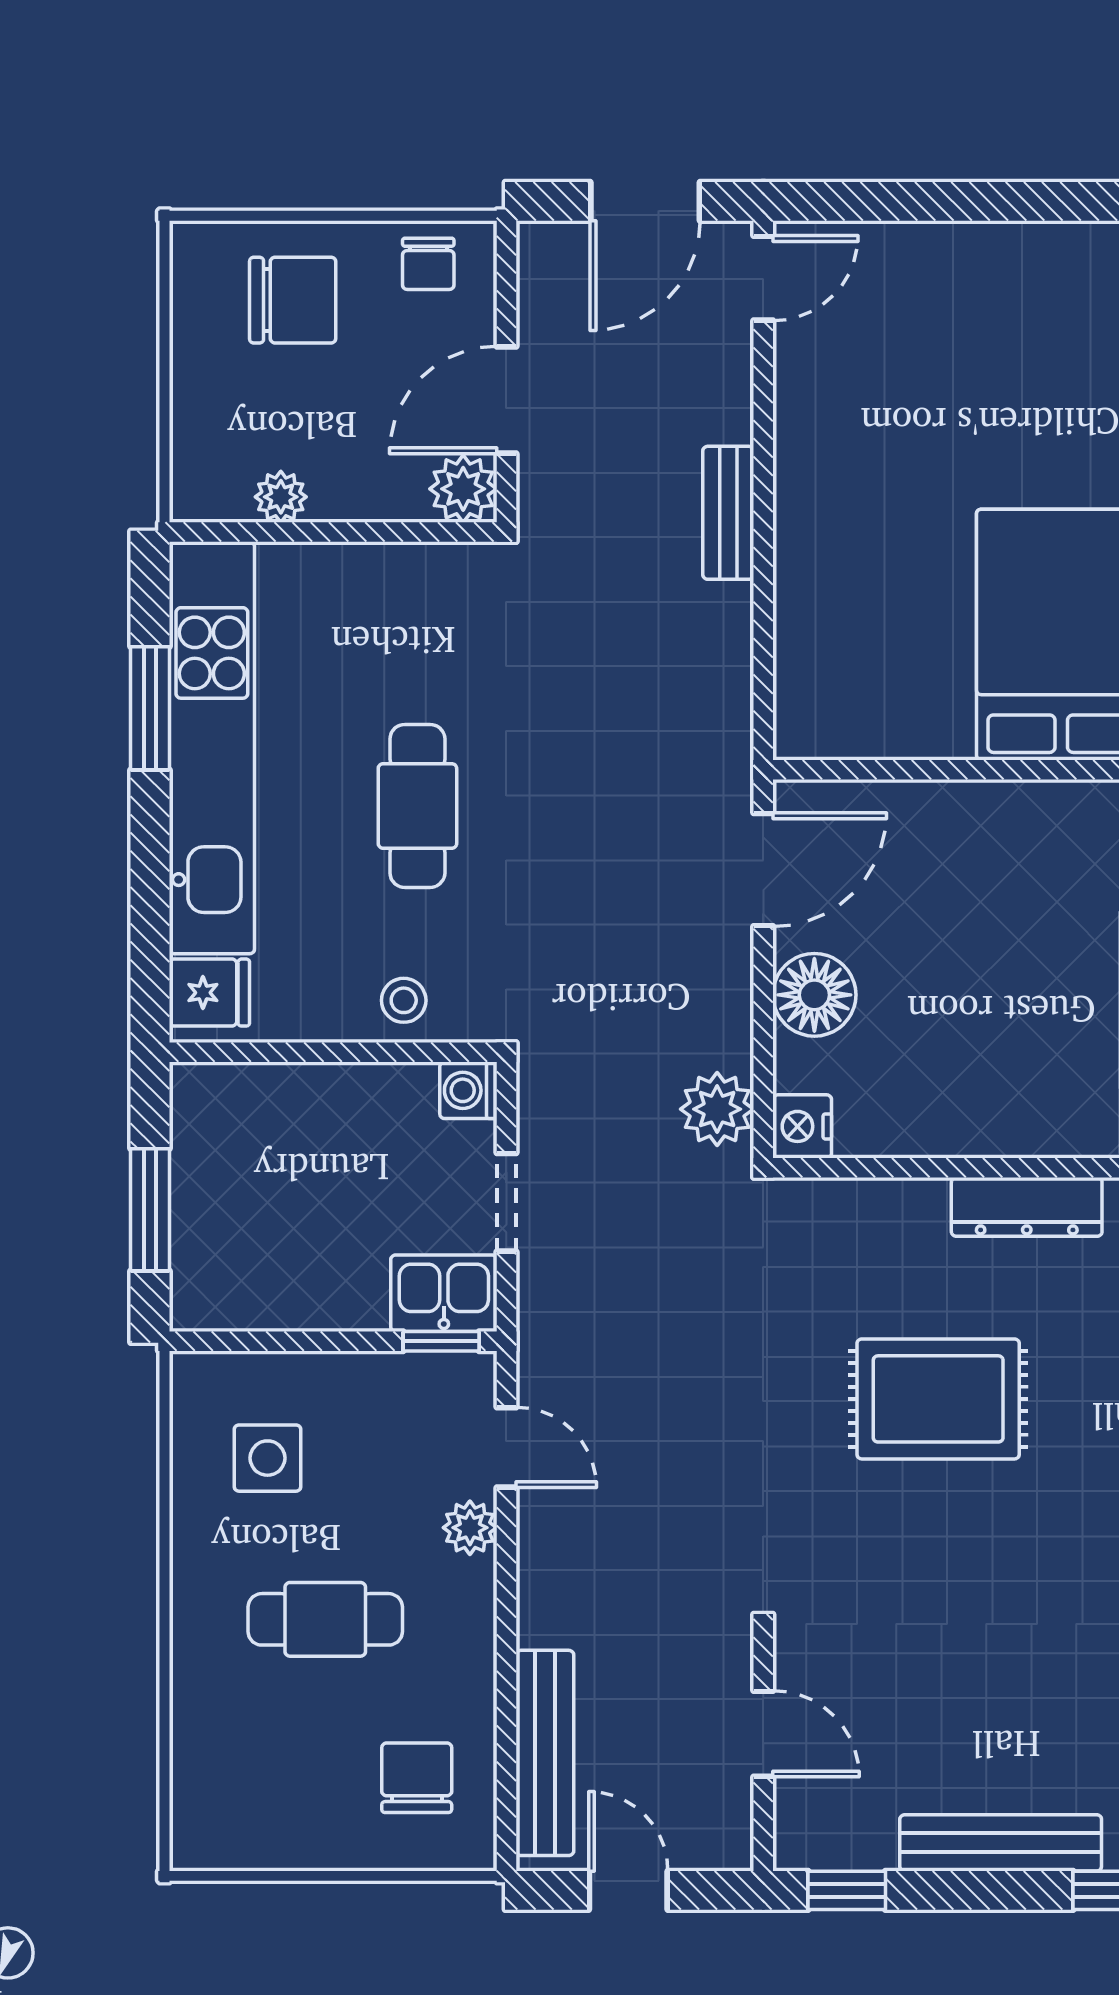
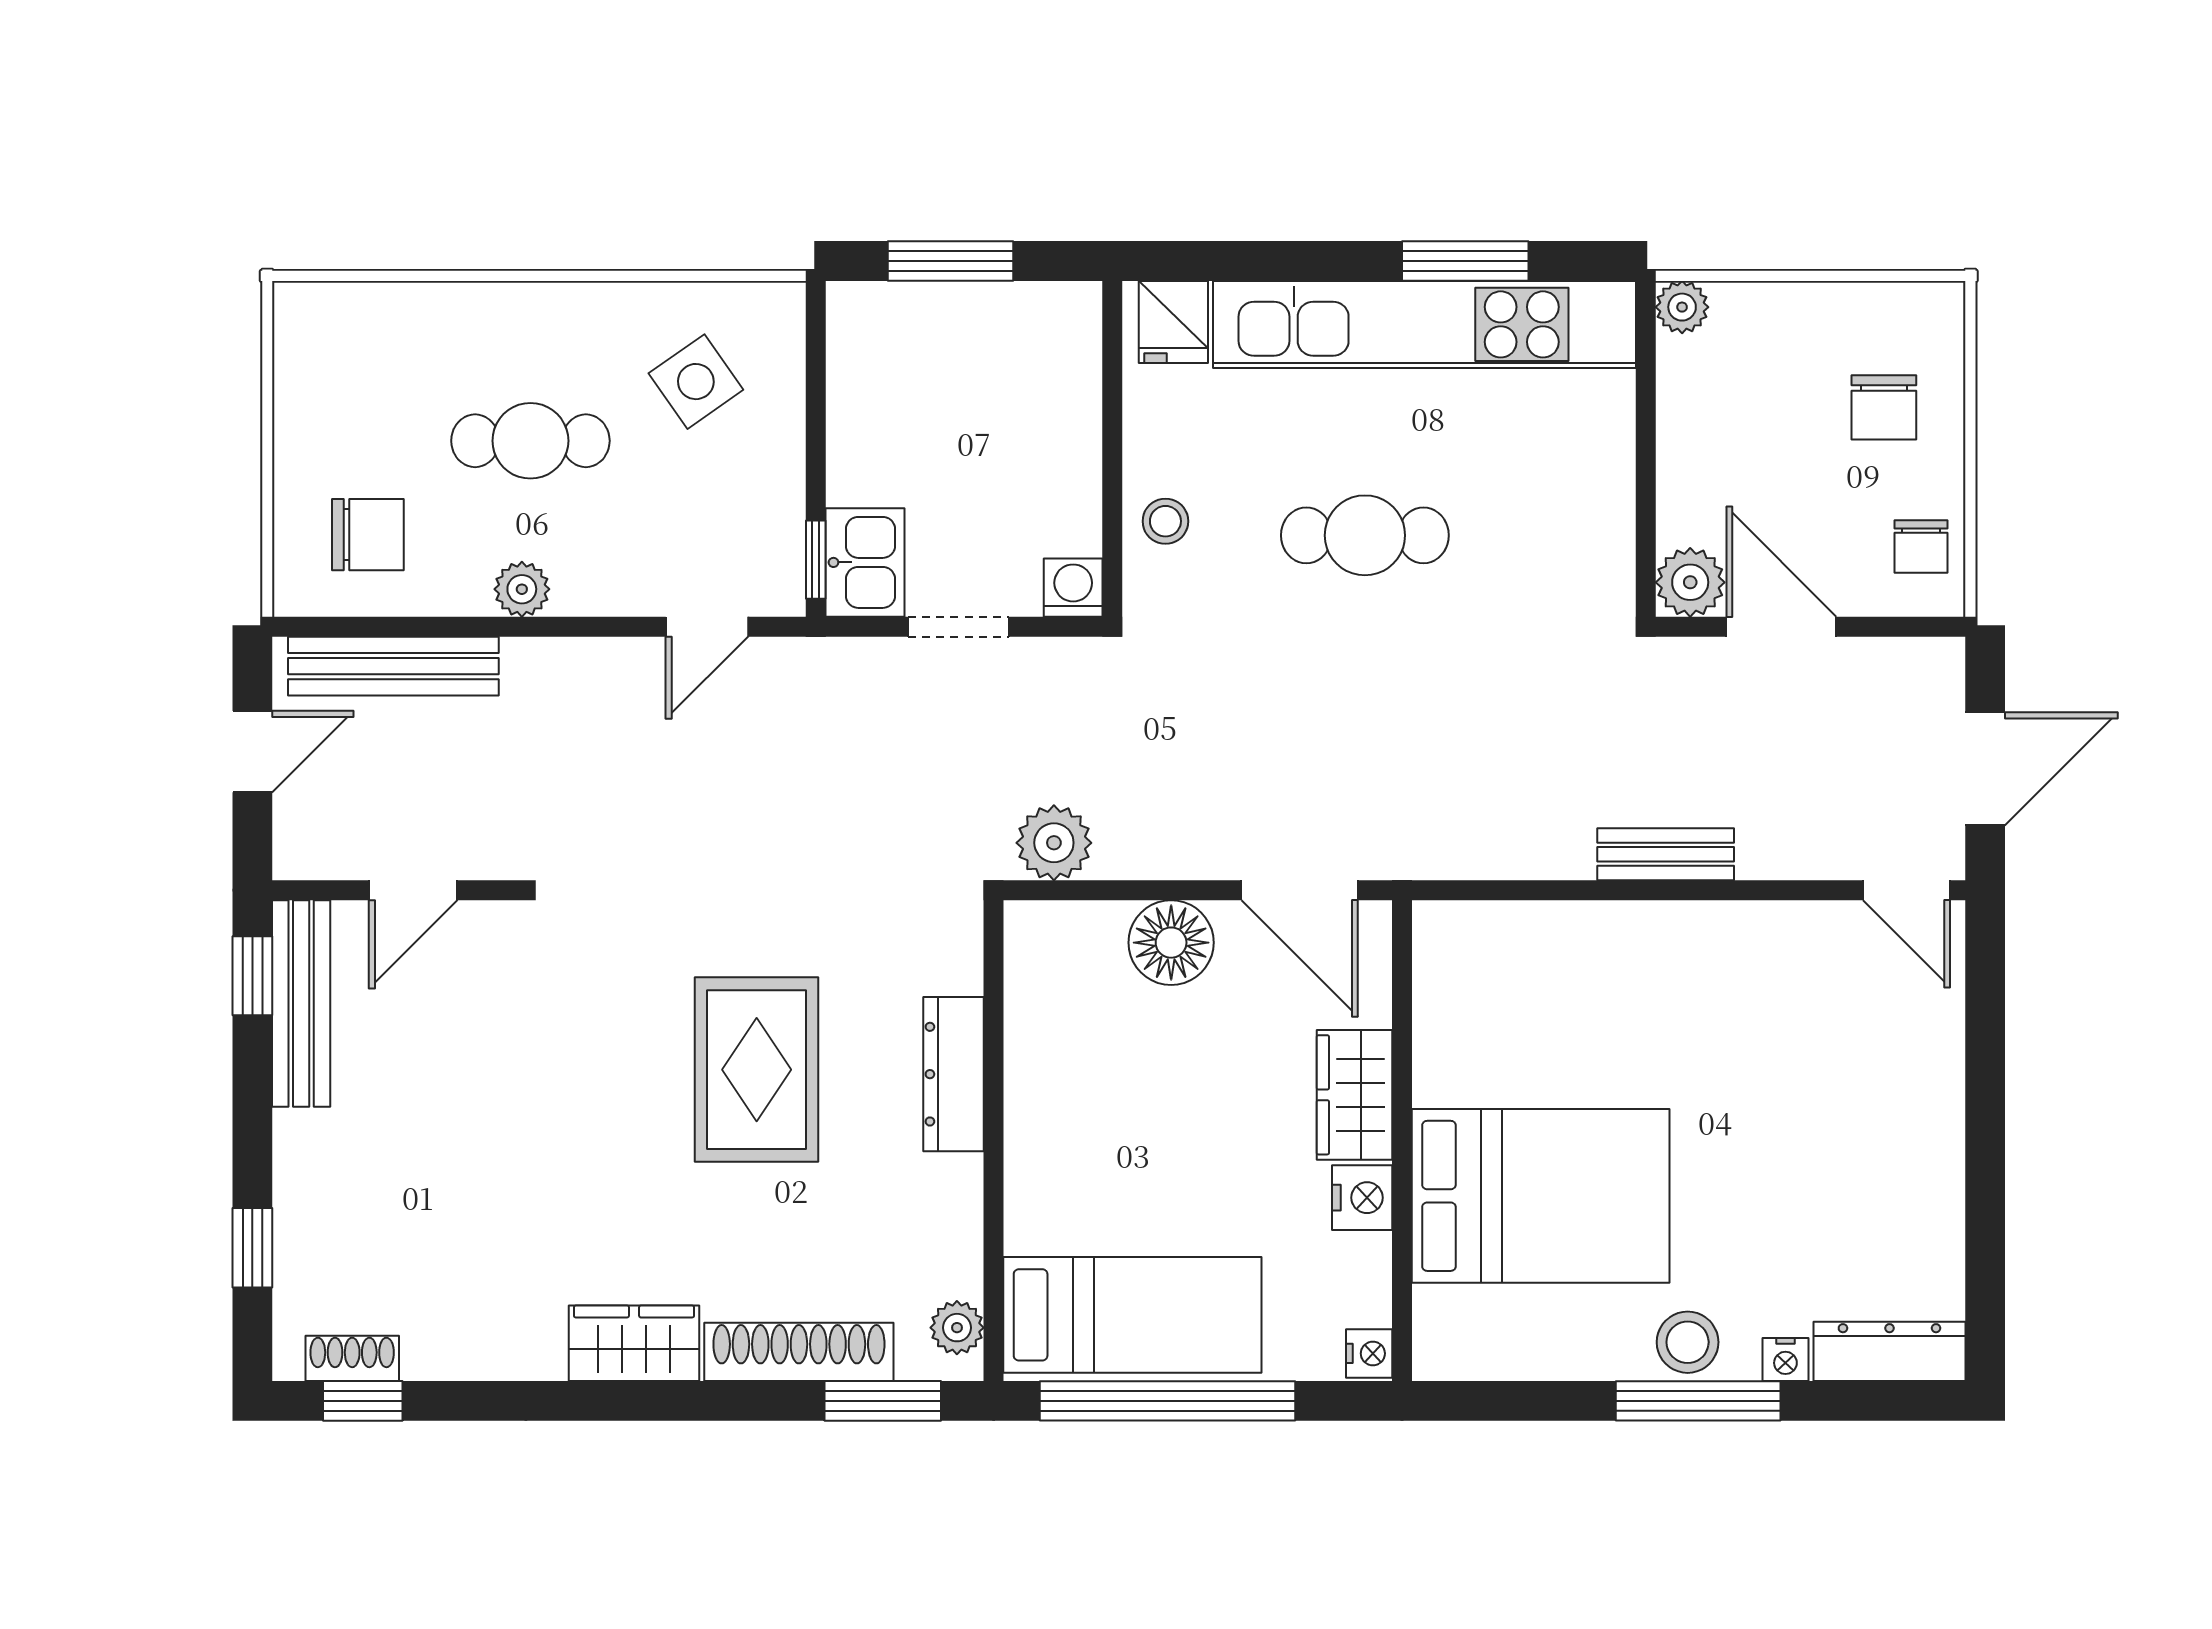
door: (645, 201) -> (1985, 769), swing flipped
chair: (428, 264) -> (1921, 546), turned -90
chair: (293, 300) -> (1884, 407), width x0.73, depth x0.73
plant: (281, 497) -> (1682, 307), moved
wardrobe: (963, 816) -> (1355, 1095), added
nightstand: (802, 1126) -> (1362, 1198), moved, turned 90
dresser: (1027, 1207) -> (954, 1074), moved
side table: (268, 1458) -> (696, 382), turned -35
plant: (470, 1528) -> (522, 589), moved
cafe table: (325, 1619) -> (530, 441), turned 90
bench: (1001, 1843) -> (301, 1003), moved

